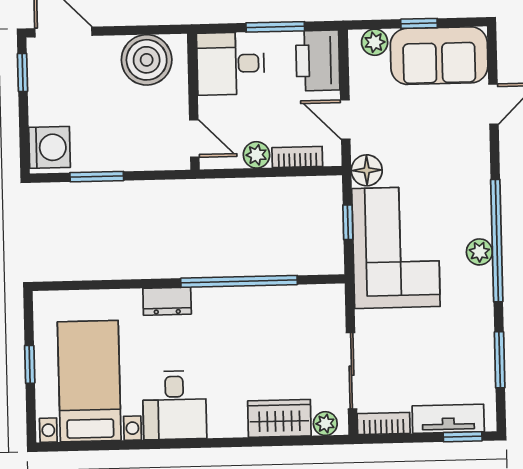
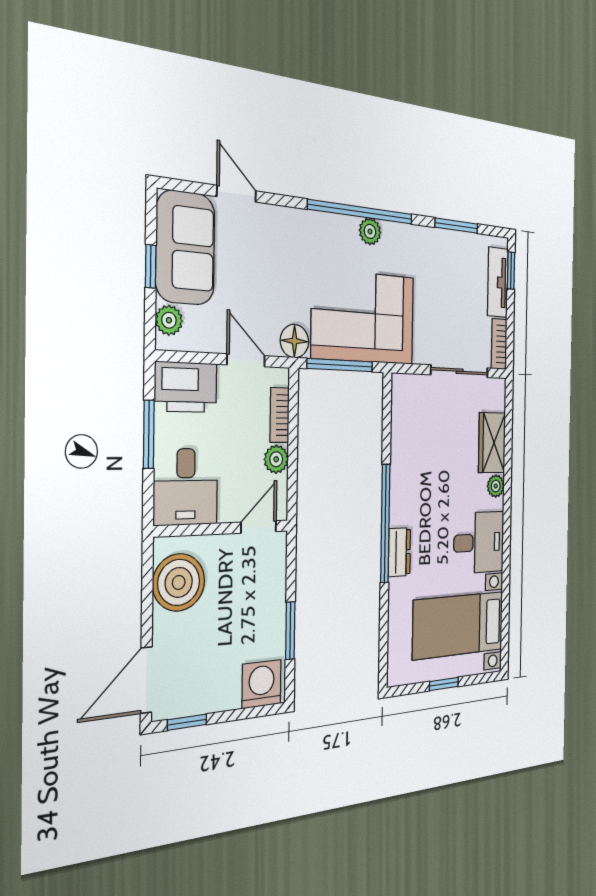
door: (345, 120) -> (246, 360), swing flipped
window: (348, 222) -> (340, 365), width x2.17
window: (239, 281) -> (385, 523), moved
plant: (325, 424) -> (496, 486), moved

